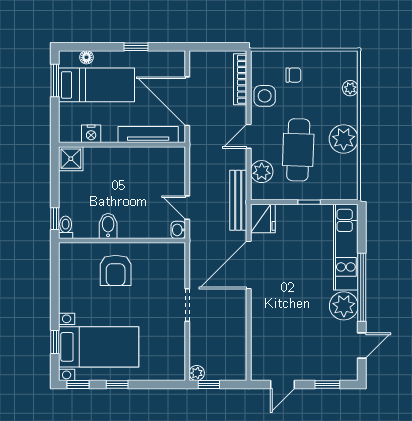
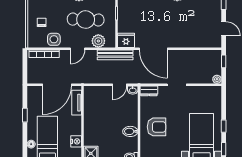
tv unit: (148, 135) -> (77, 103), width x0.71
door: (249, 136) -> (78, 49), hinge flipped
dresser: (177, 257) -> (149, 91), added
window: (209, 384) -> (224, 61), moved

